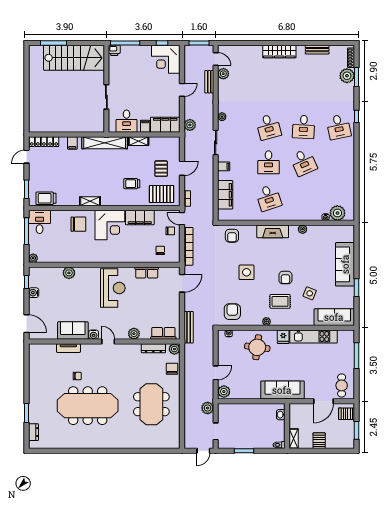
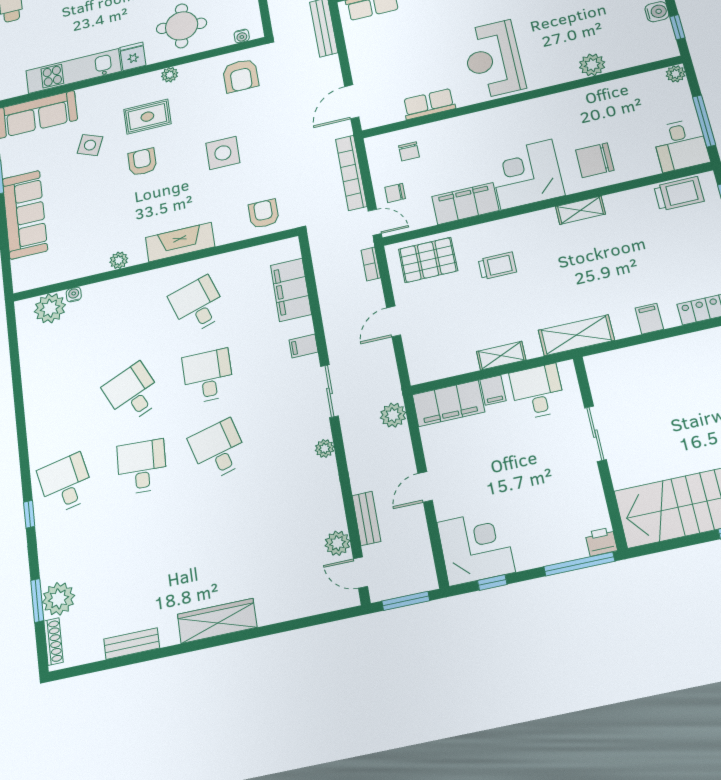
shelving: (105, 143) -> (576, 335), width x0.68
pallet: (161, 169) -> (439, 310), removed

